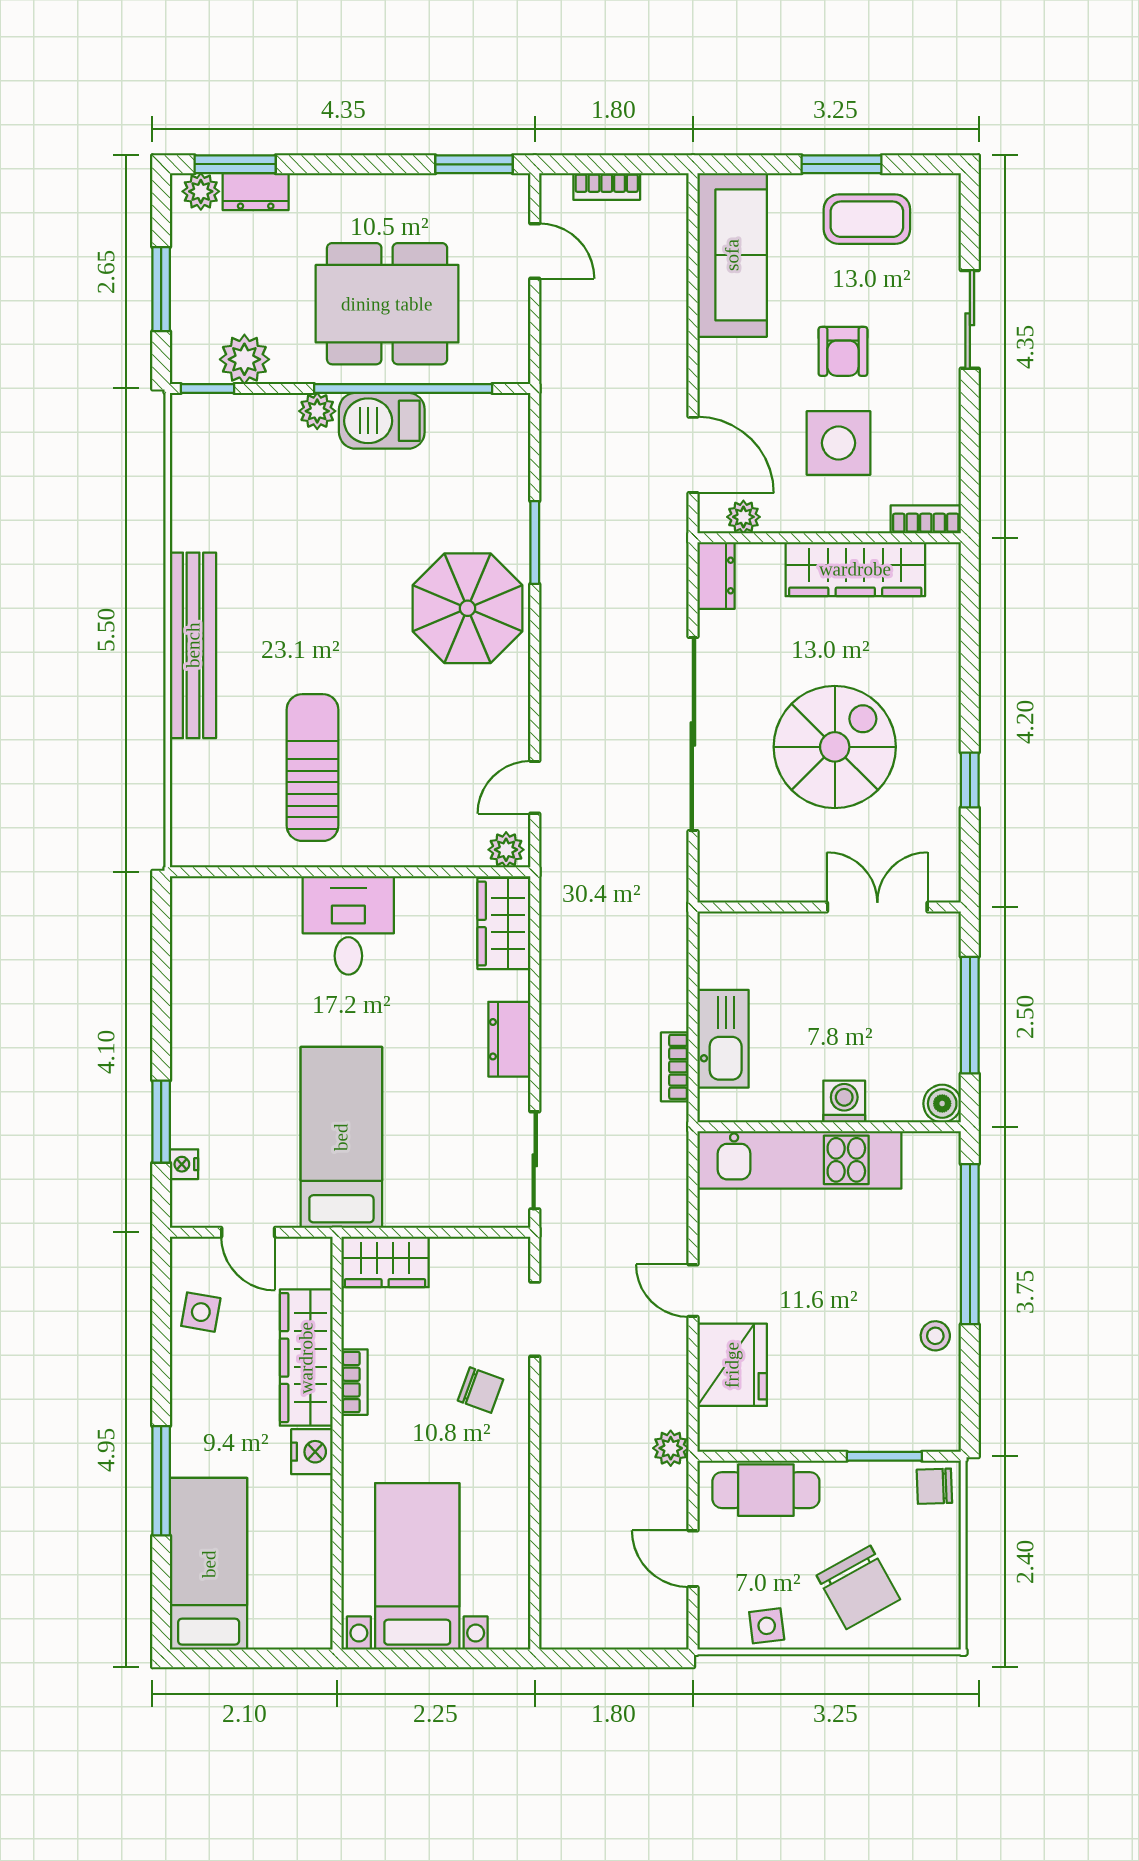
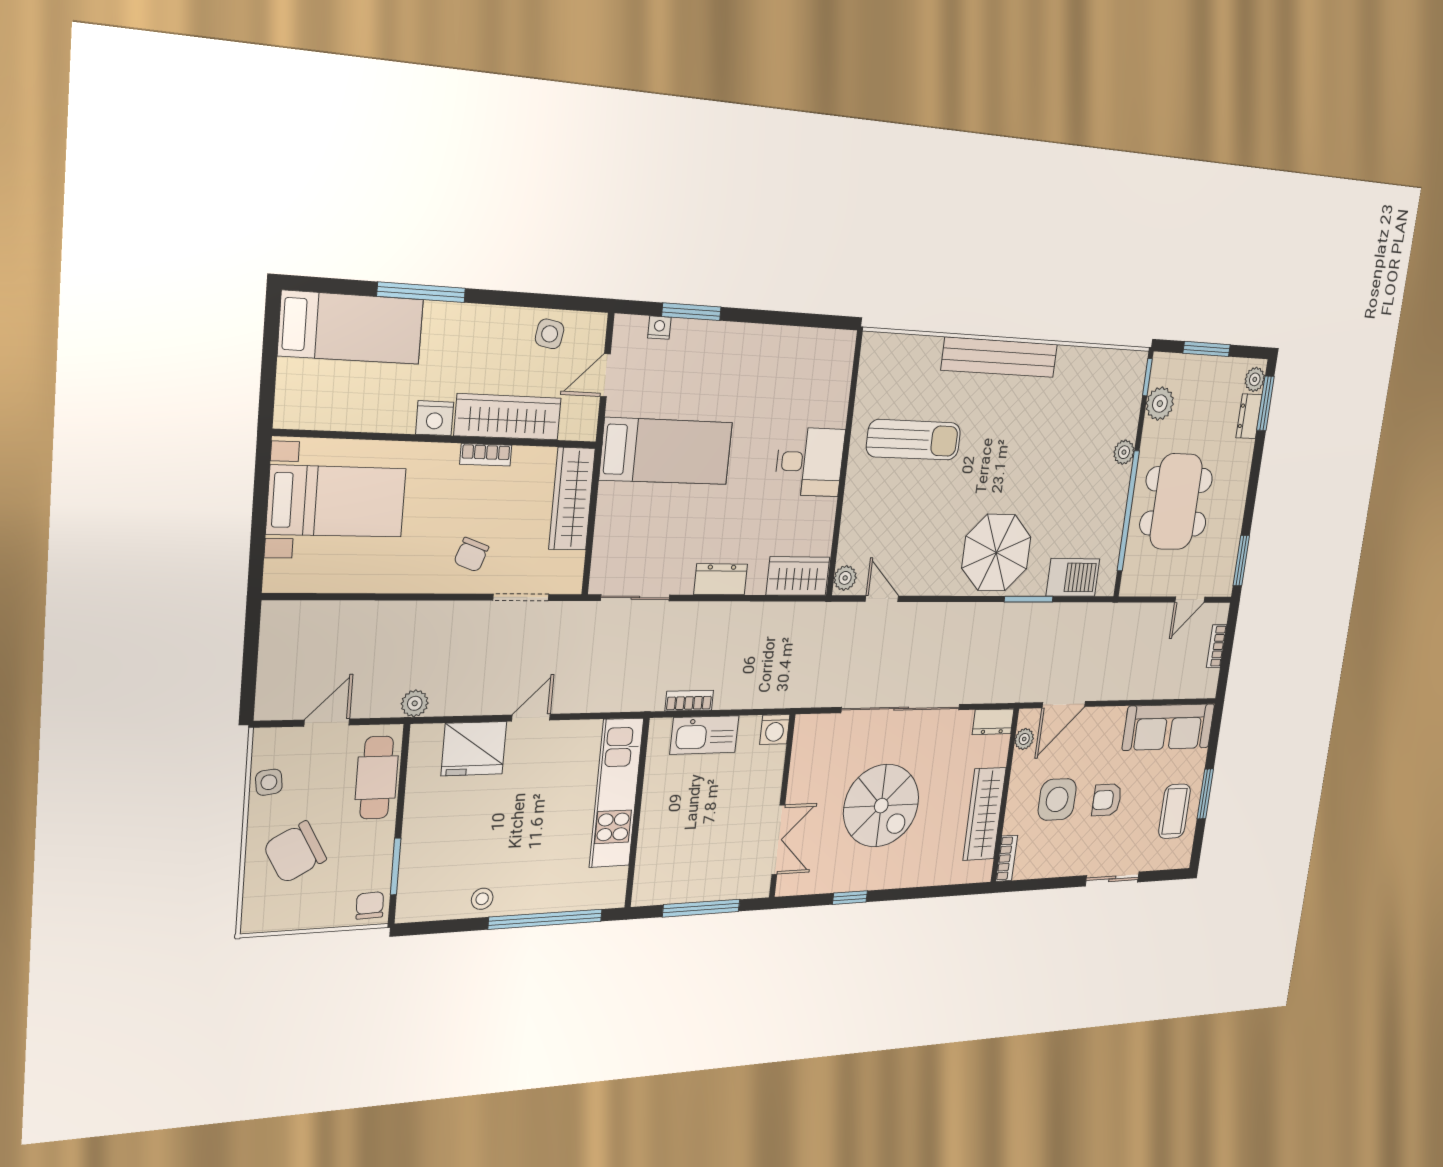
barbecue: (382, 421) -> (1073, 577), moved, turned 90
washing machine: (844, 1101) -> (775, 729), moved, turned 90
boiler: (942, 1104) -> (645, 893), removed
wardrobe: (385, 1262) -> (572, 499), width x1.50

